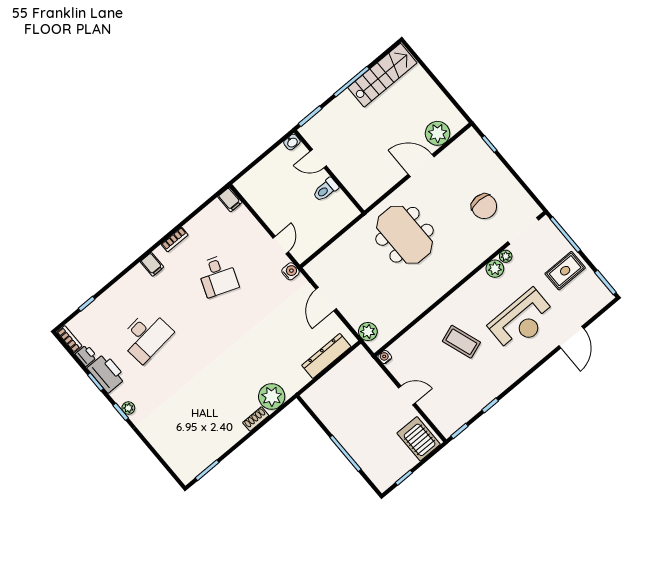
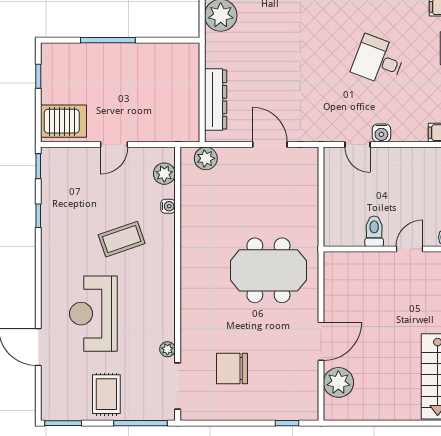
plant: (495, 269) -> (164, 174), moved
water cooler: (291, 271) -> (381, 133), moved
water cooler: (385, 357) -> (168, 206), moved

